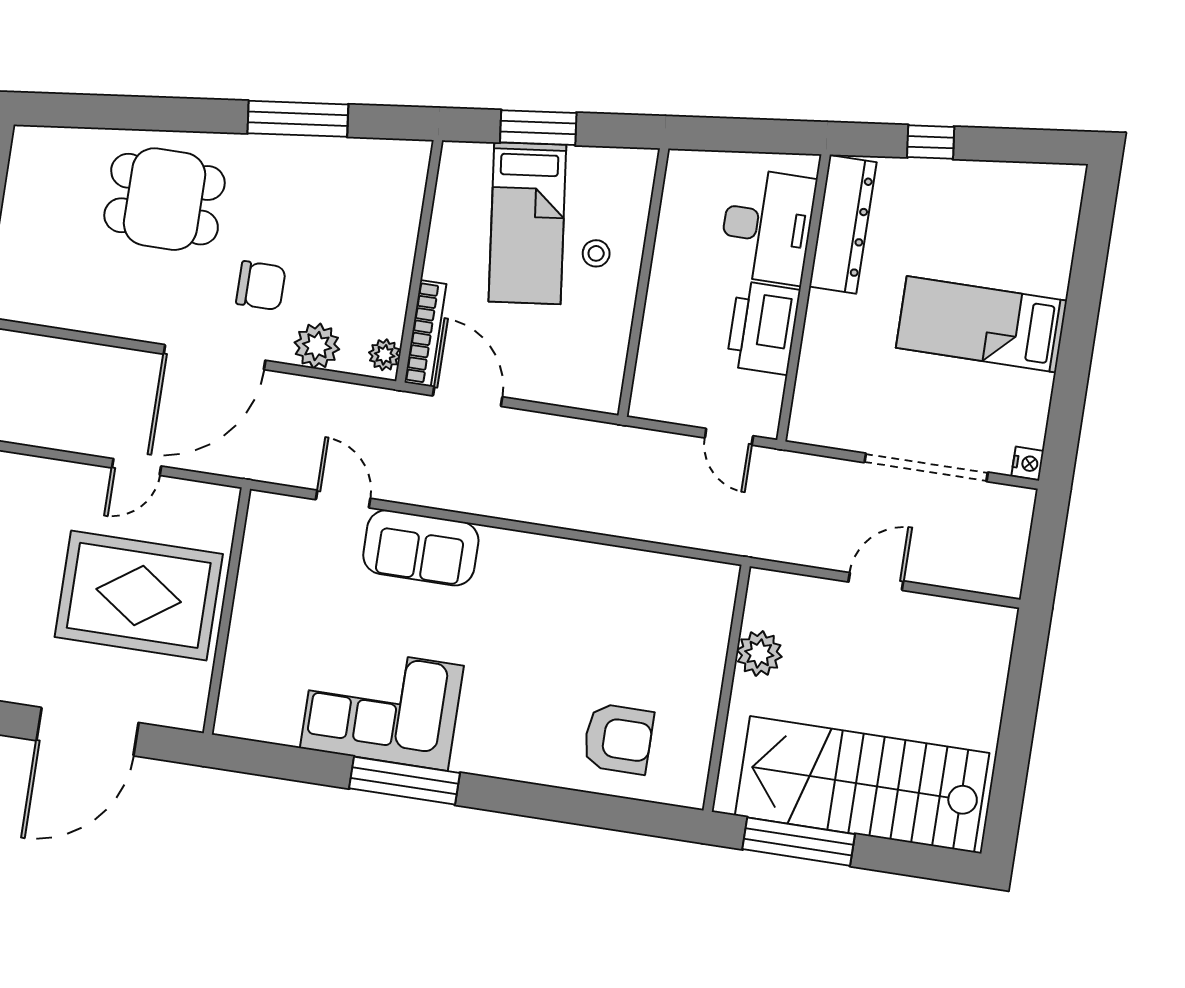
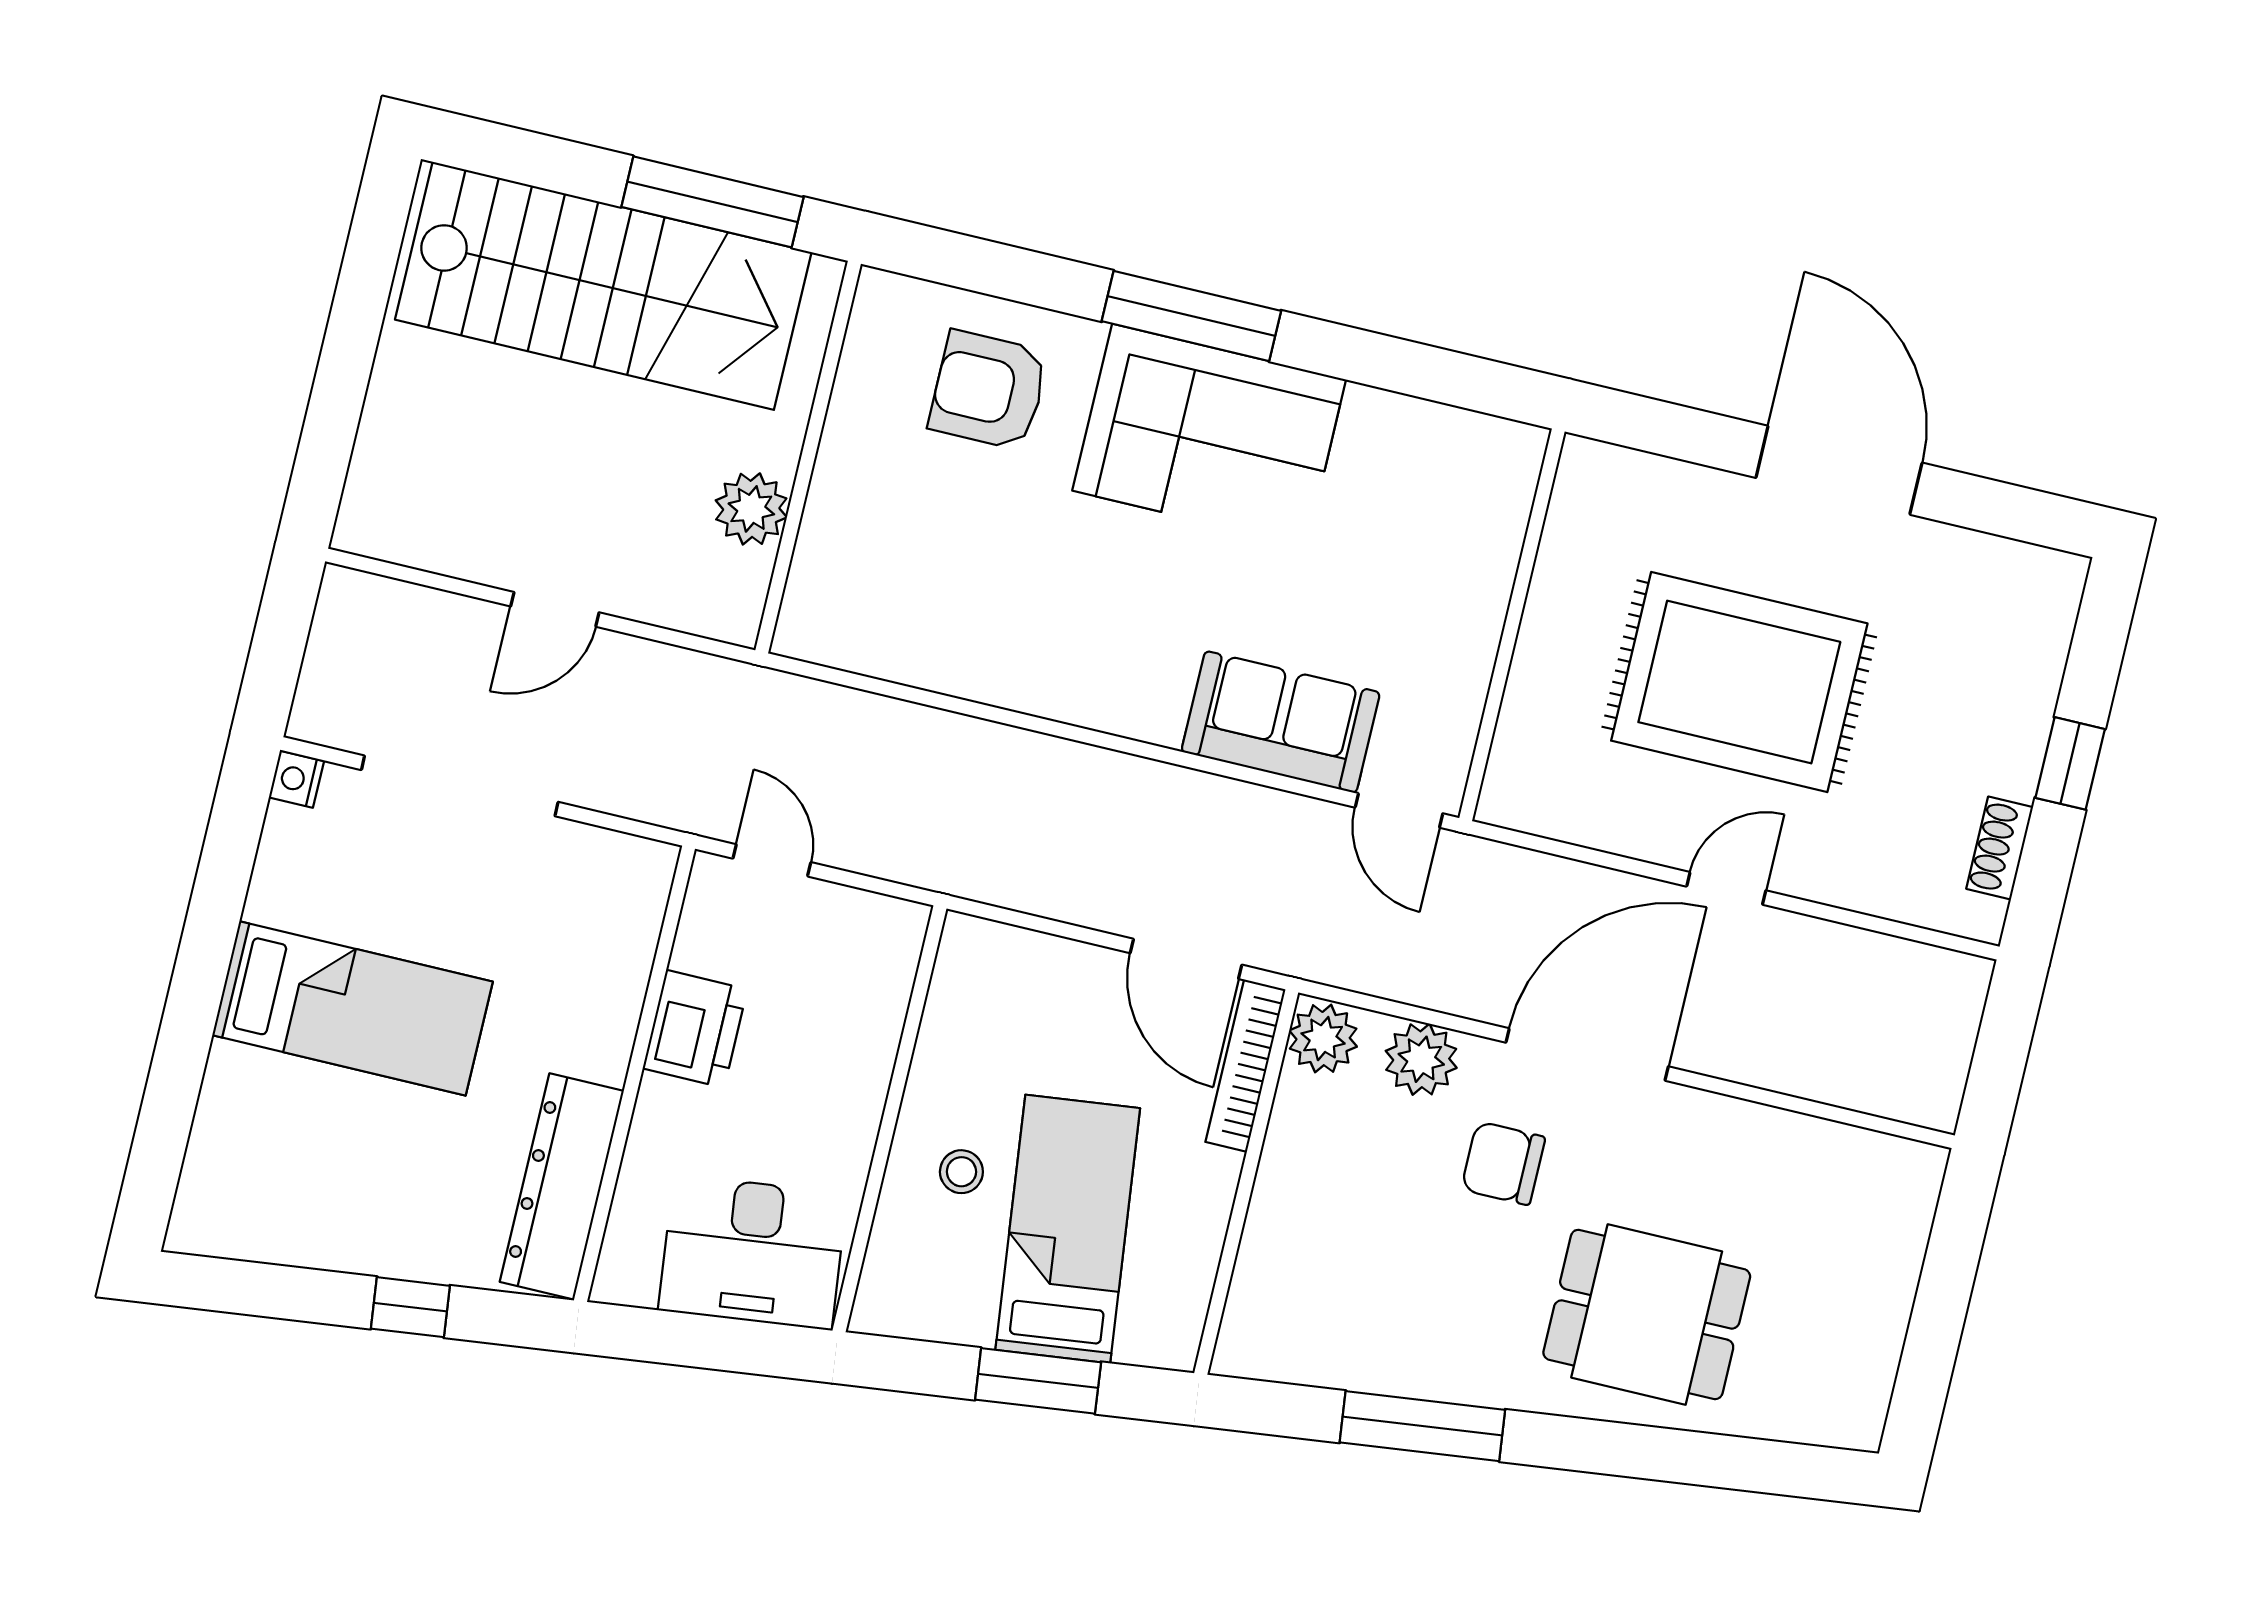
desk: (767, 226) -> (753, 1252), moved, turned -97
printer: (763, 328) -> (695, 1029), width x0.73, depth x0.84
plant: (385, 355) -> (1323, 1039), width x1.38, depth x1.38
wall: (227, 611) -> (1512, 625), moved
corner sofa: (382, 707) -> (1209, 435), moved
door: (88, 732) -> (1839, 470), hinge flipped
window: (405, 781) -> (1191, 316), moved

